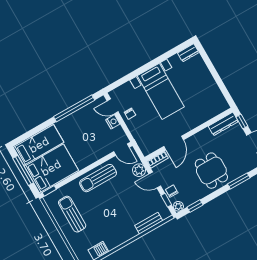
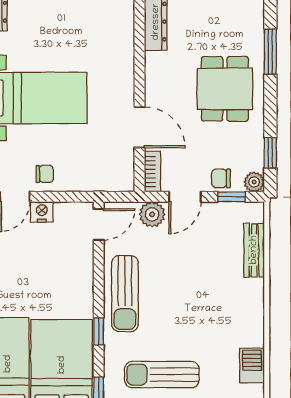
dining table: (211, 171) -> (225, 89), turned 90
window: (75, 176) -> (99, 331), added

